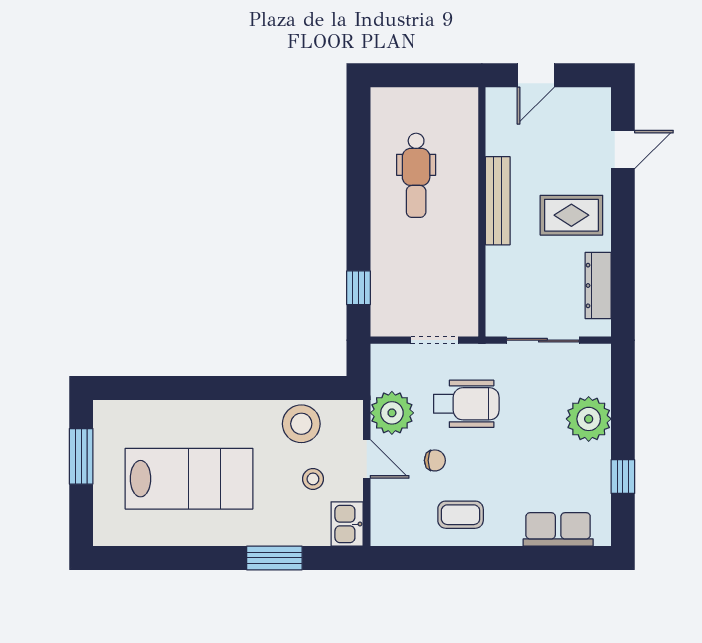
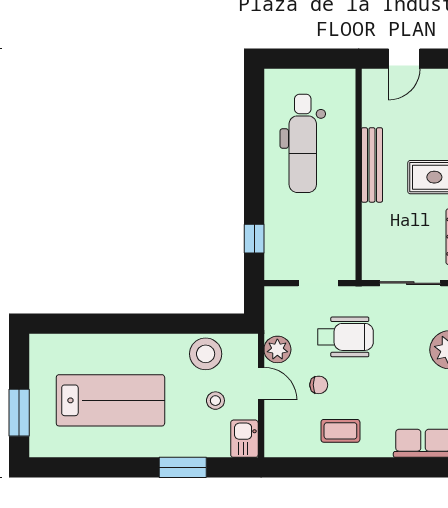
dental chair: (416, 175) -> (303, 143), width x1.36, depth x1.38
plant: (392, 413) -> (277, 349), width x0.73, depth x0.73
window: (81, 456) -> (19, 413), moved

